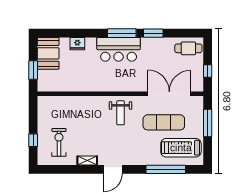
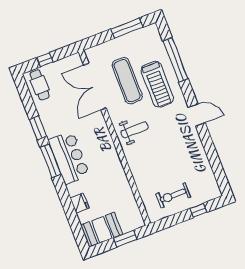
window: (208, 71) -> (45, 60), moved
window: (208, 123) -> (127, 28), moved
exercise bike: (59, 142) -> (173, 195), moved
treadmill: (181, 148) -> (157, 84), moved
shelving: (87, 160) -> (198, 145), removed

